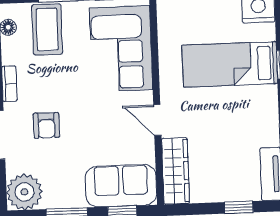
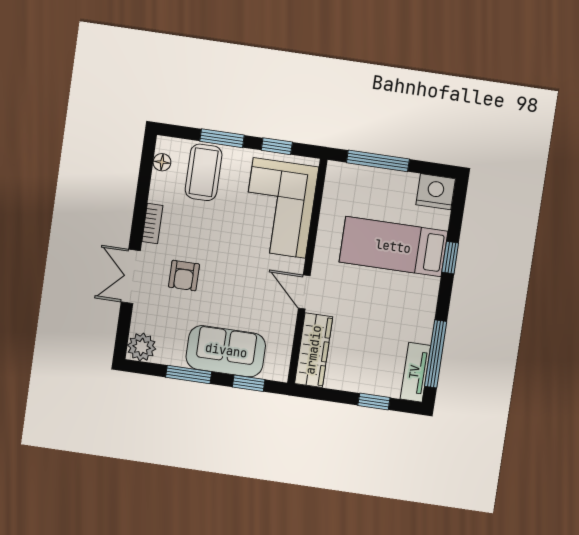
sofa: (121, 186) -> (226, 351), moved
plant: (24, 192) -> (142, 347), width x0.73, depth x0.73

